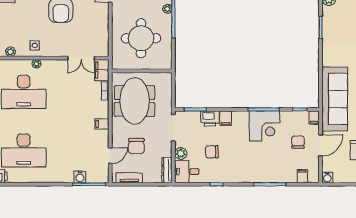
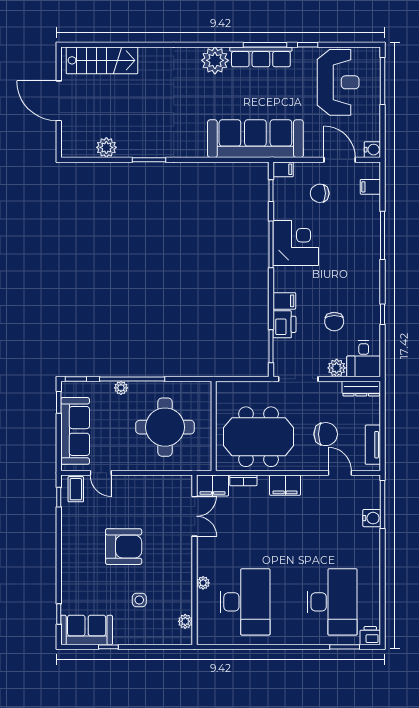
side table: (35, 45) -> (139, 600), moved
filing cabinet: (102, 124) -> (285, 485), width x2.00
door: (321, 145) -> (340, 160), moved

